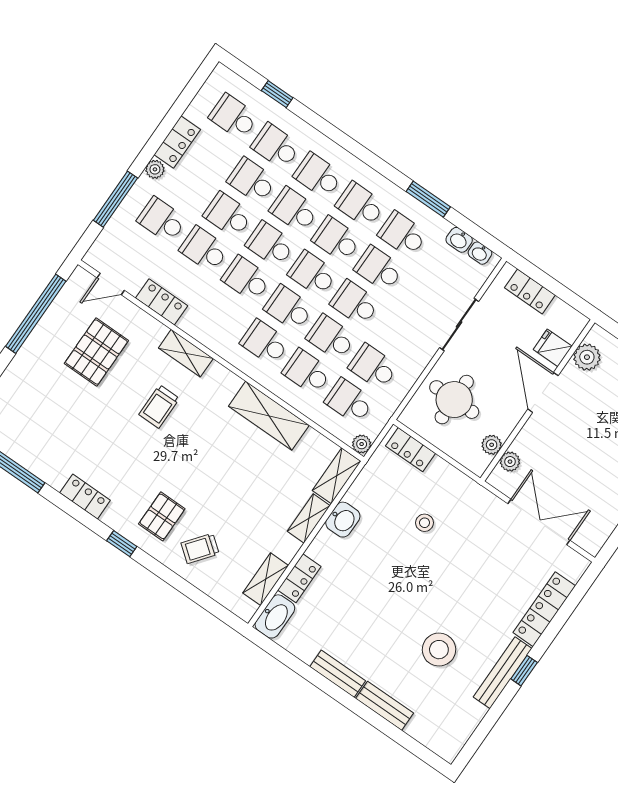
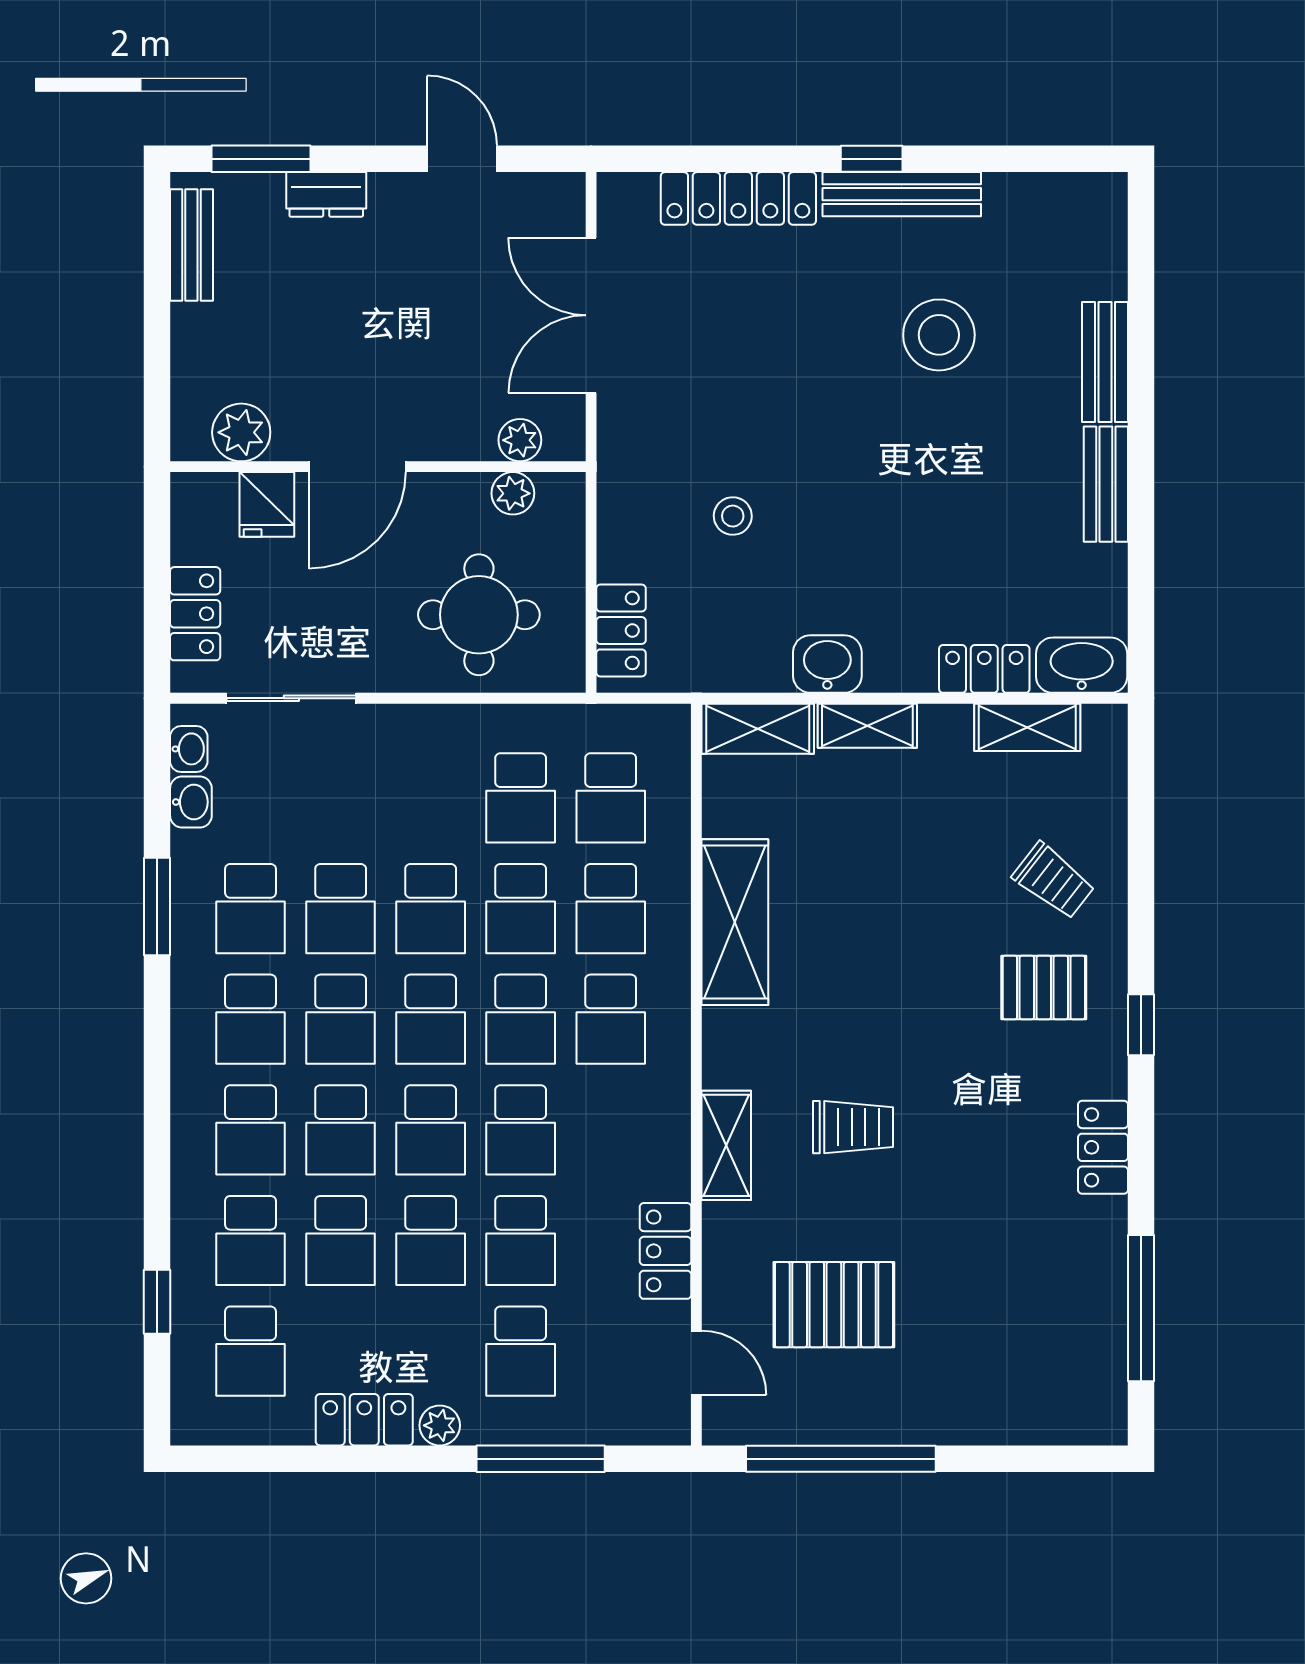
sliding door: (459, 324) -> (291, 698), moved
plant: (362, 444) -> (671, 724), removed

